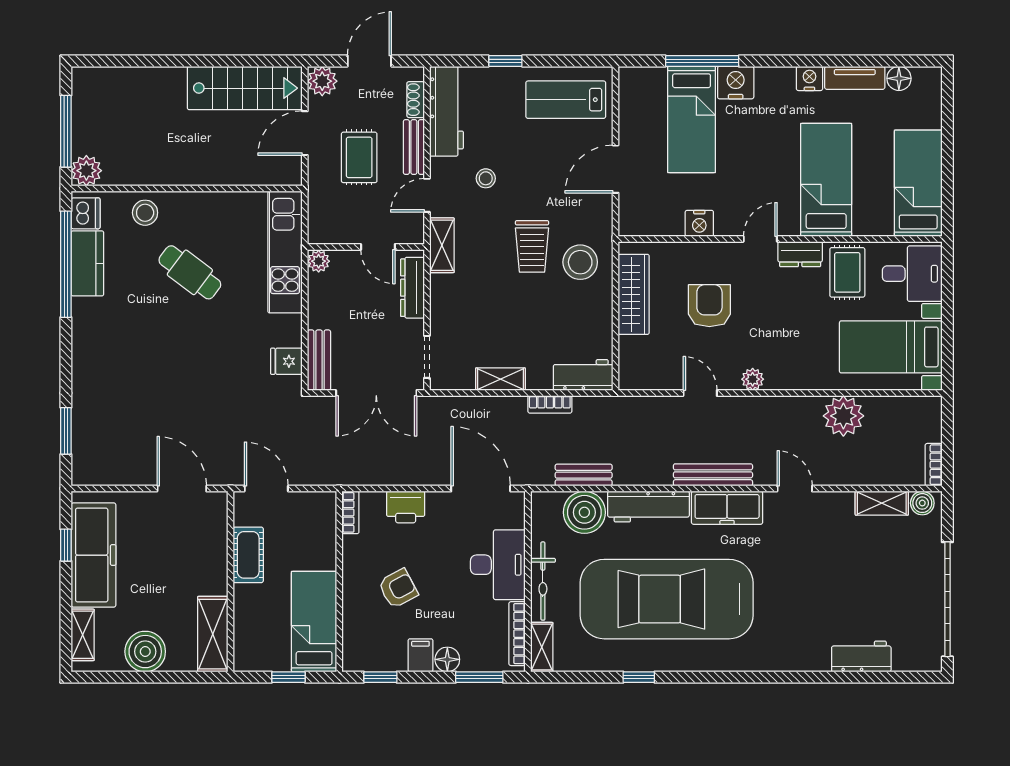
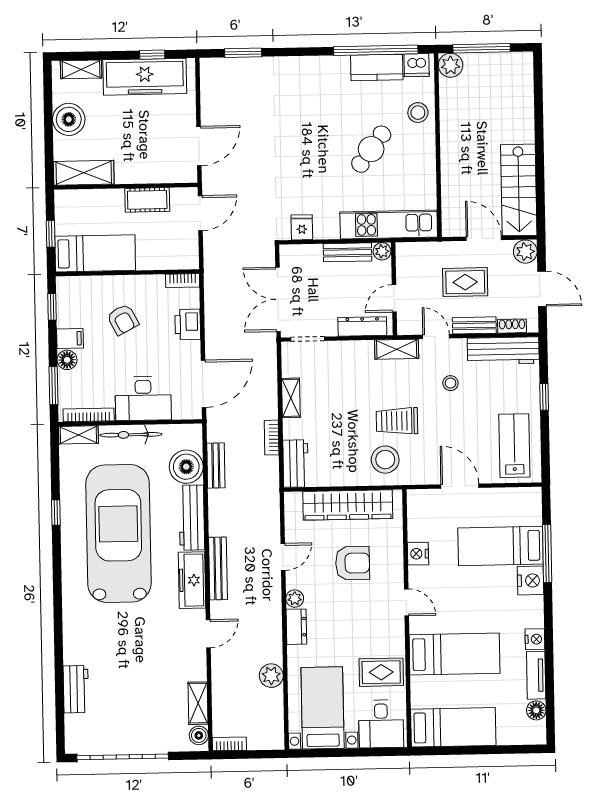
dresser: (800, 254) -> (296, 627), moved, turned 180
wardrobe: (634, 294) -> (348, 505), width x1.40, depth x1.17
bench: (319, 360) -> (347, 252), moved
plant: (843, 416) -> (271, 676), width x0.73, depth x0.73

